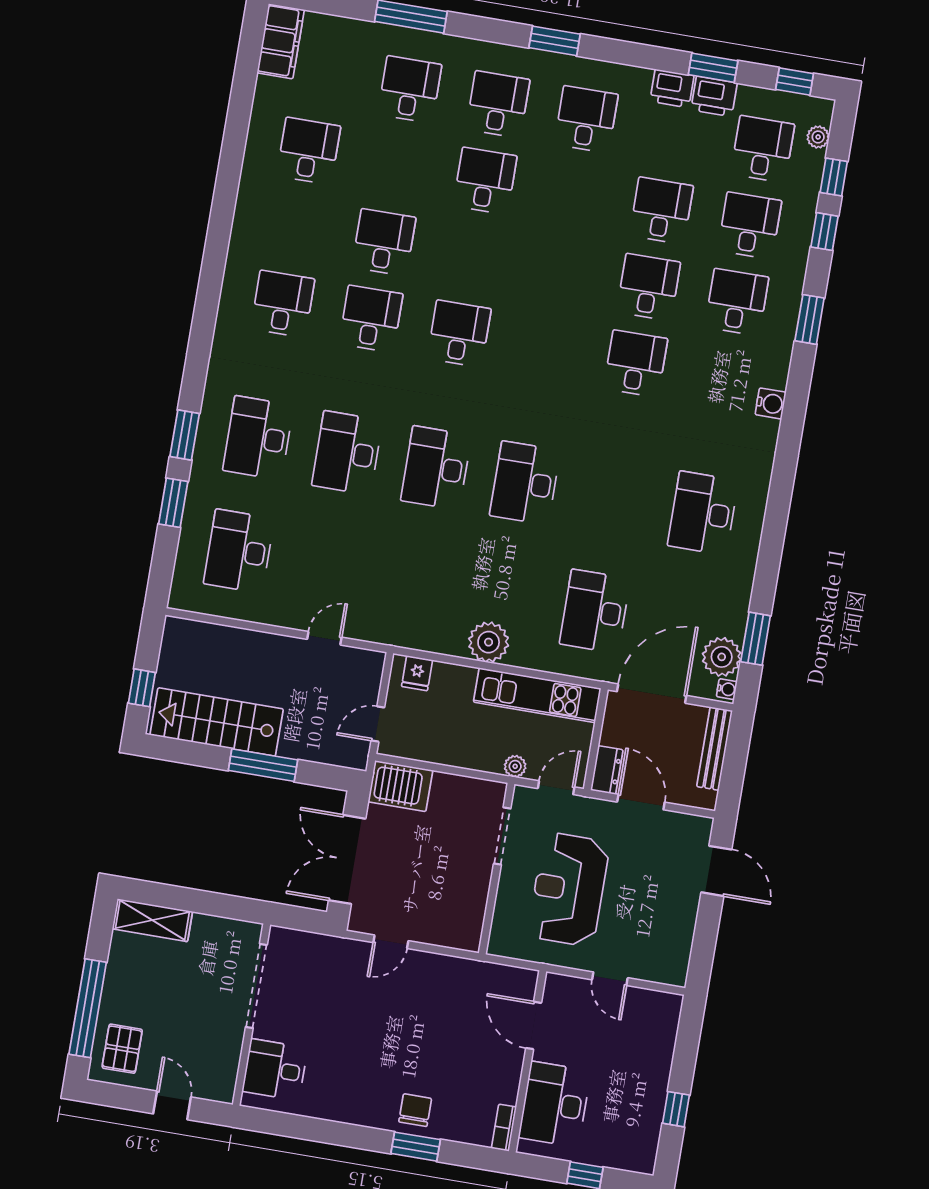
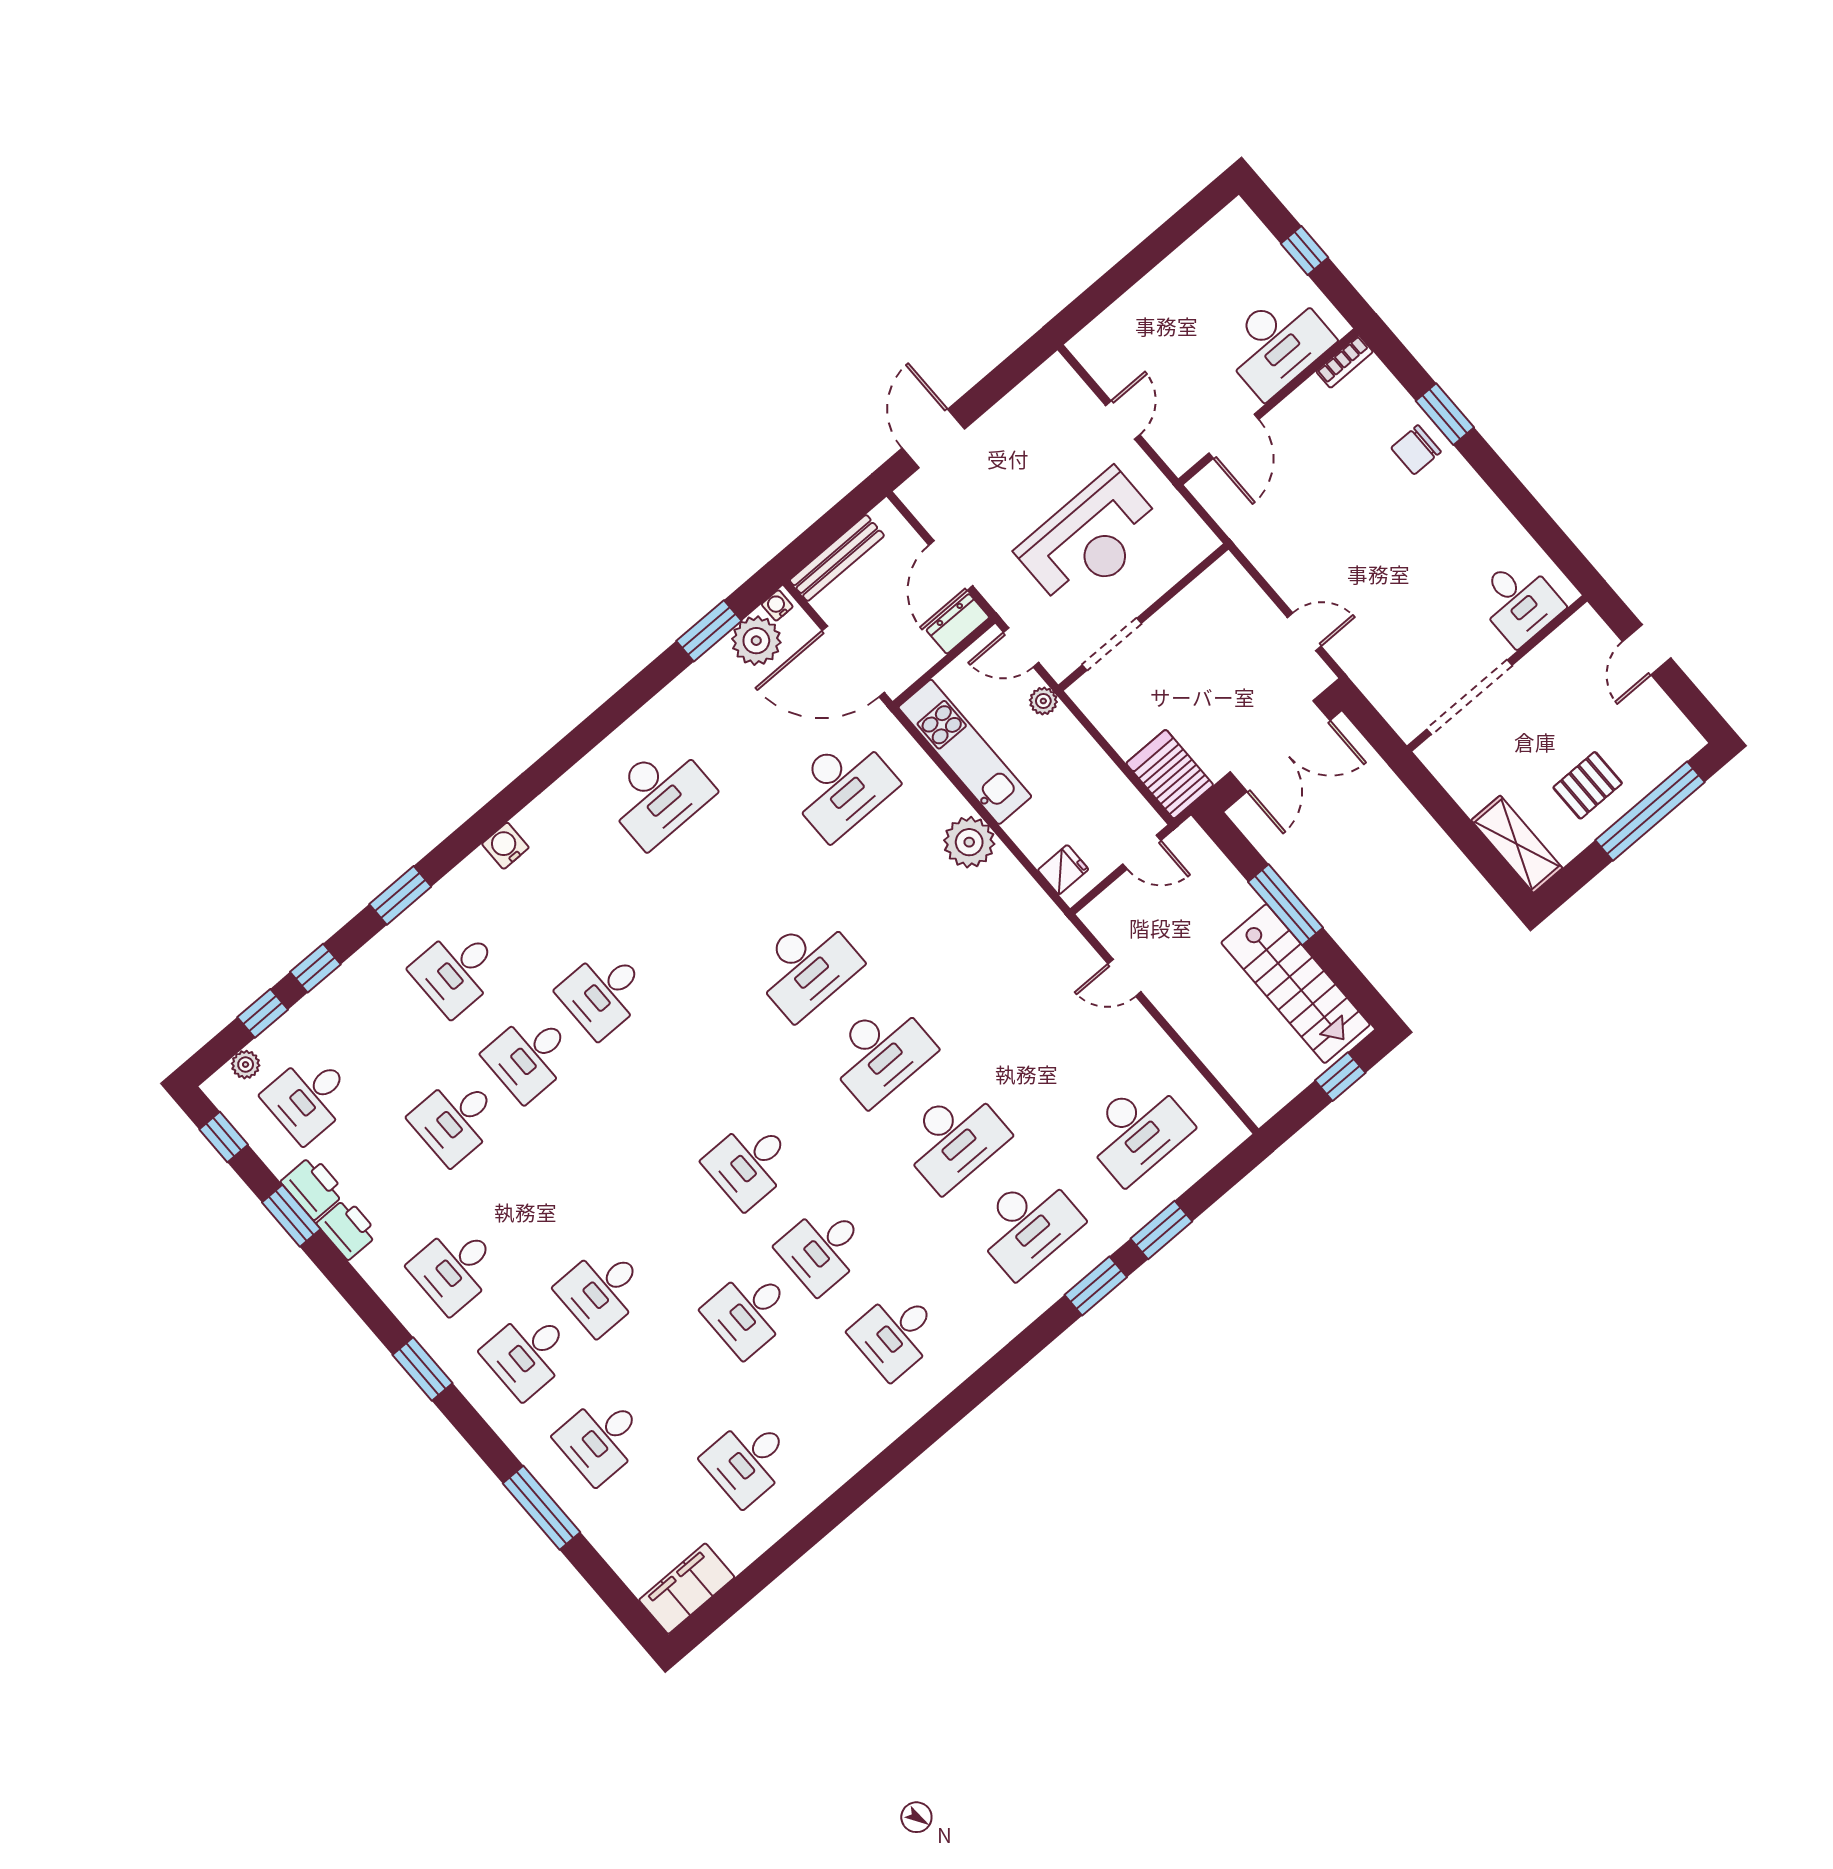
desk: (750, 226) -> (383, 1034), removed
pallet: (122, 1049) -> (1588, 785), moved
window: (676, 1109) -> (1164, 241), removed

